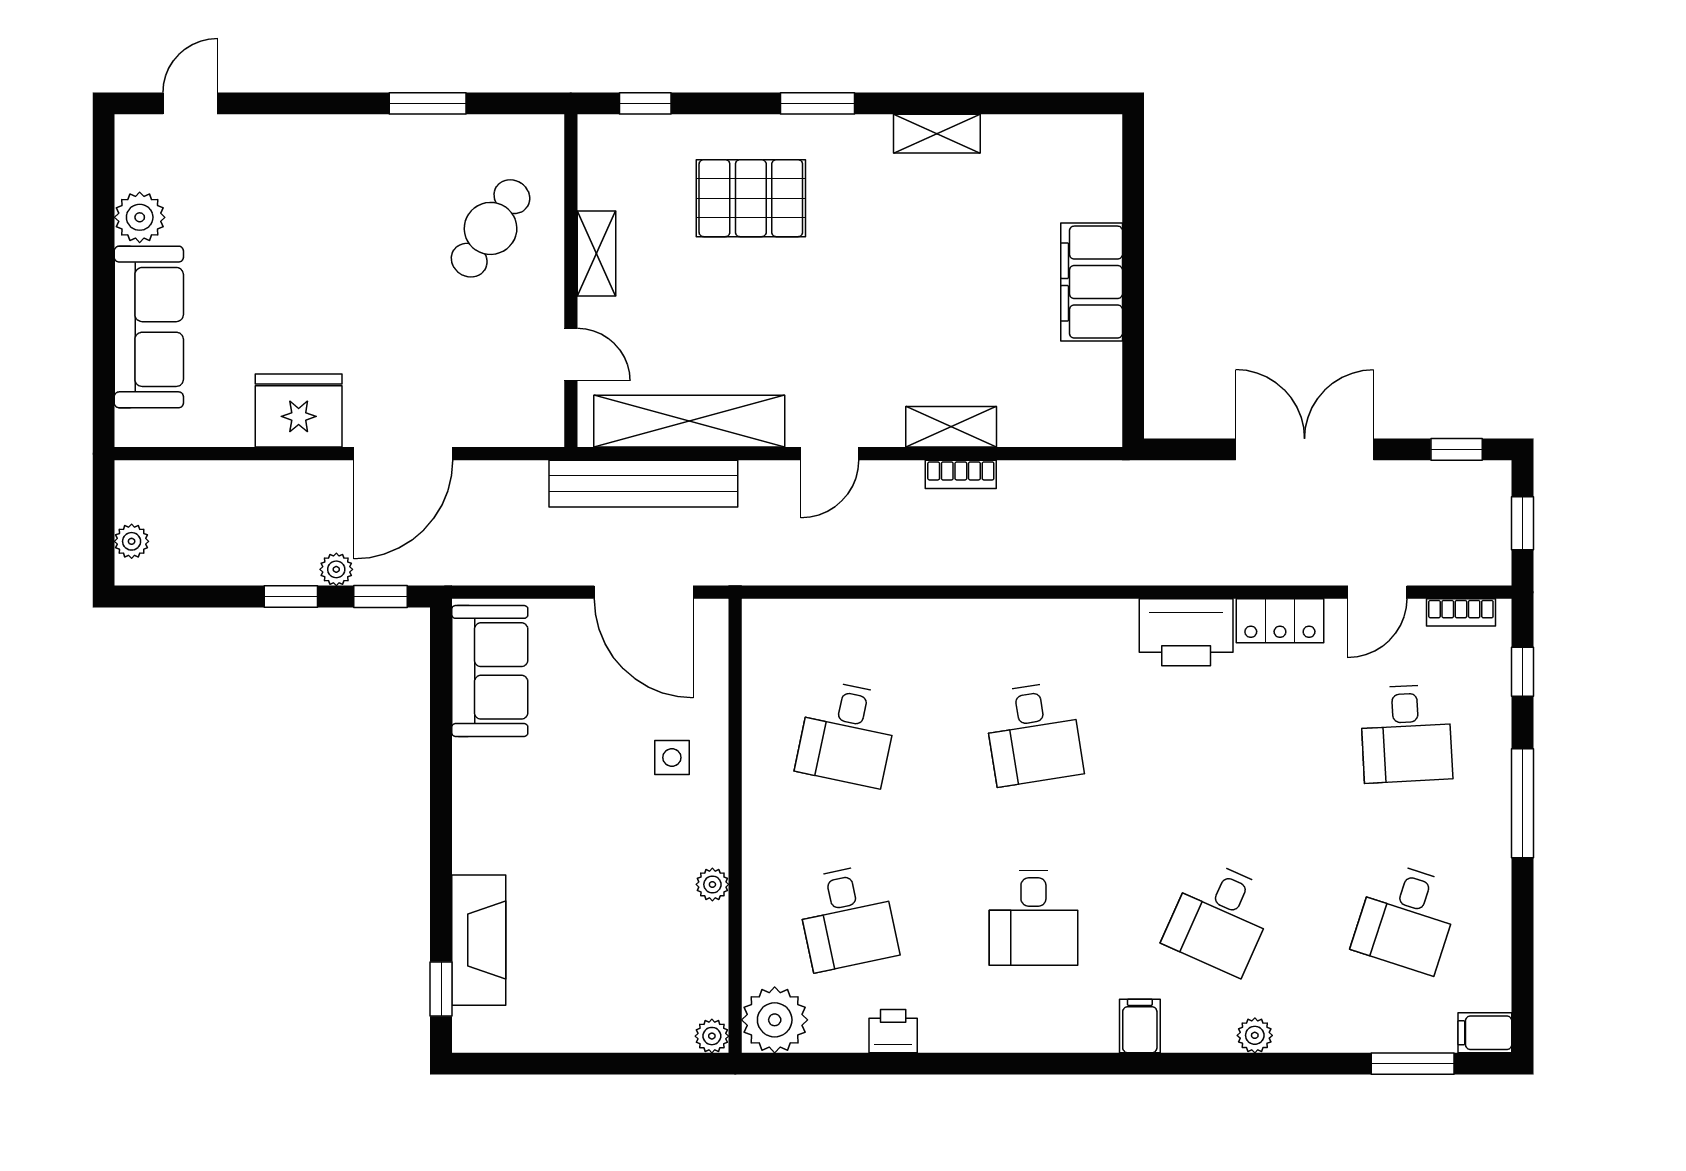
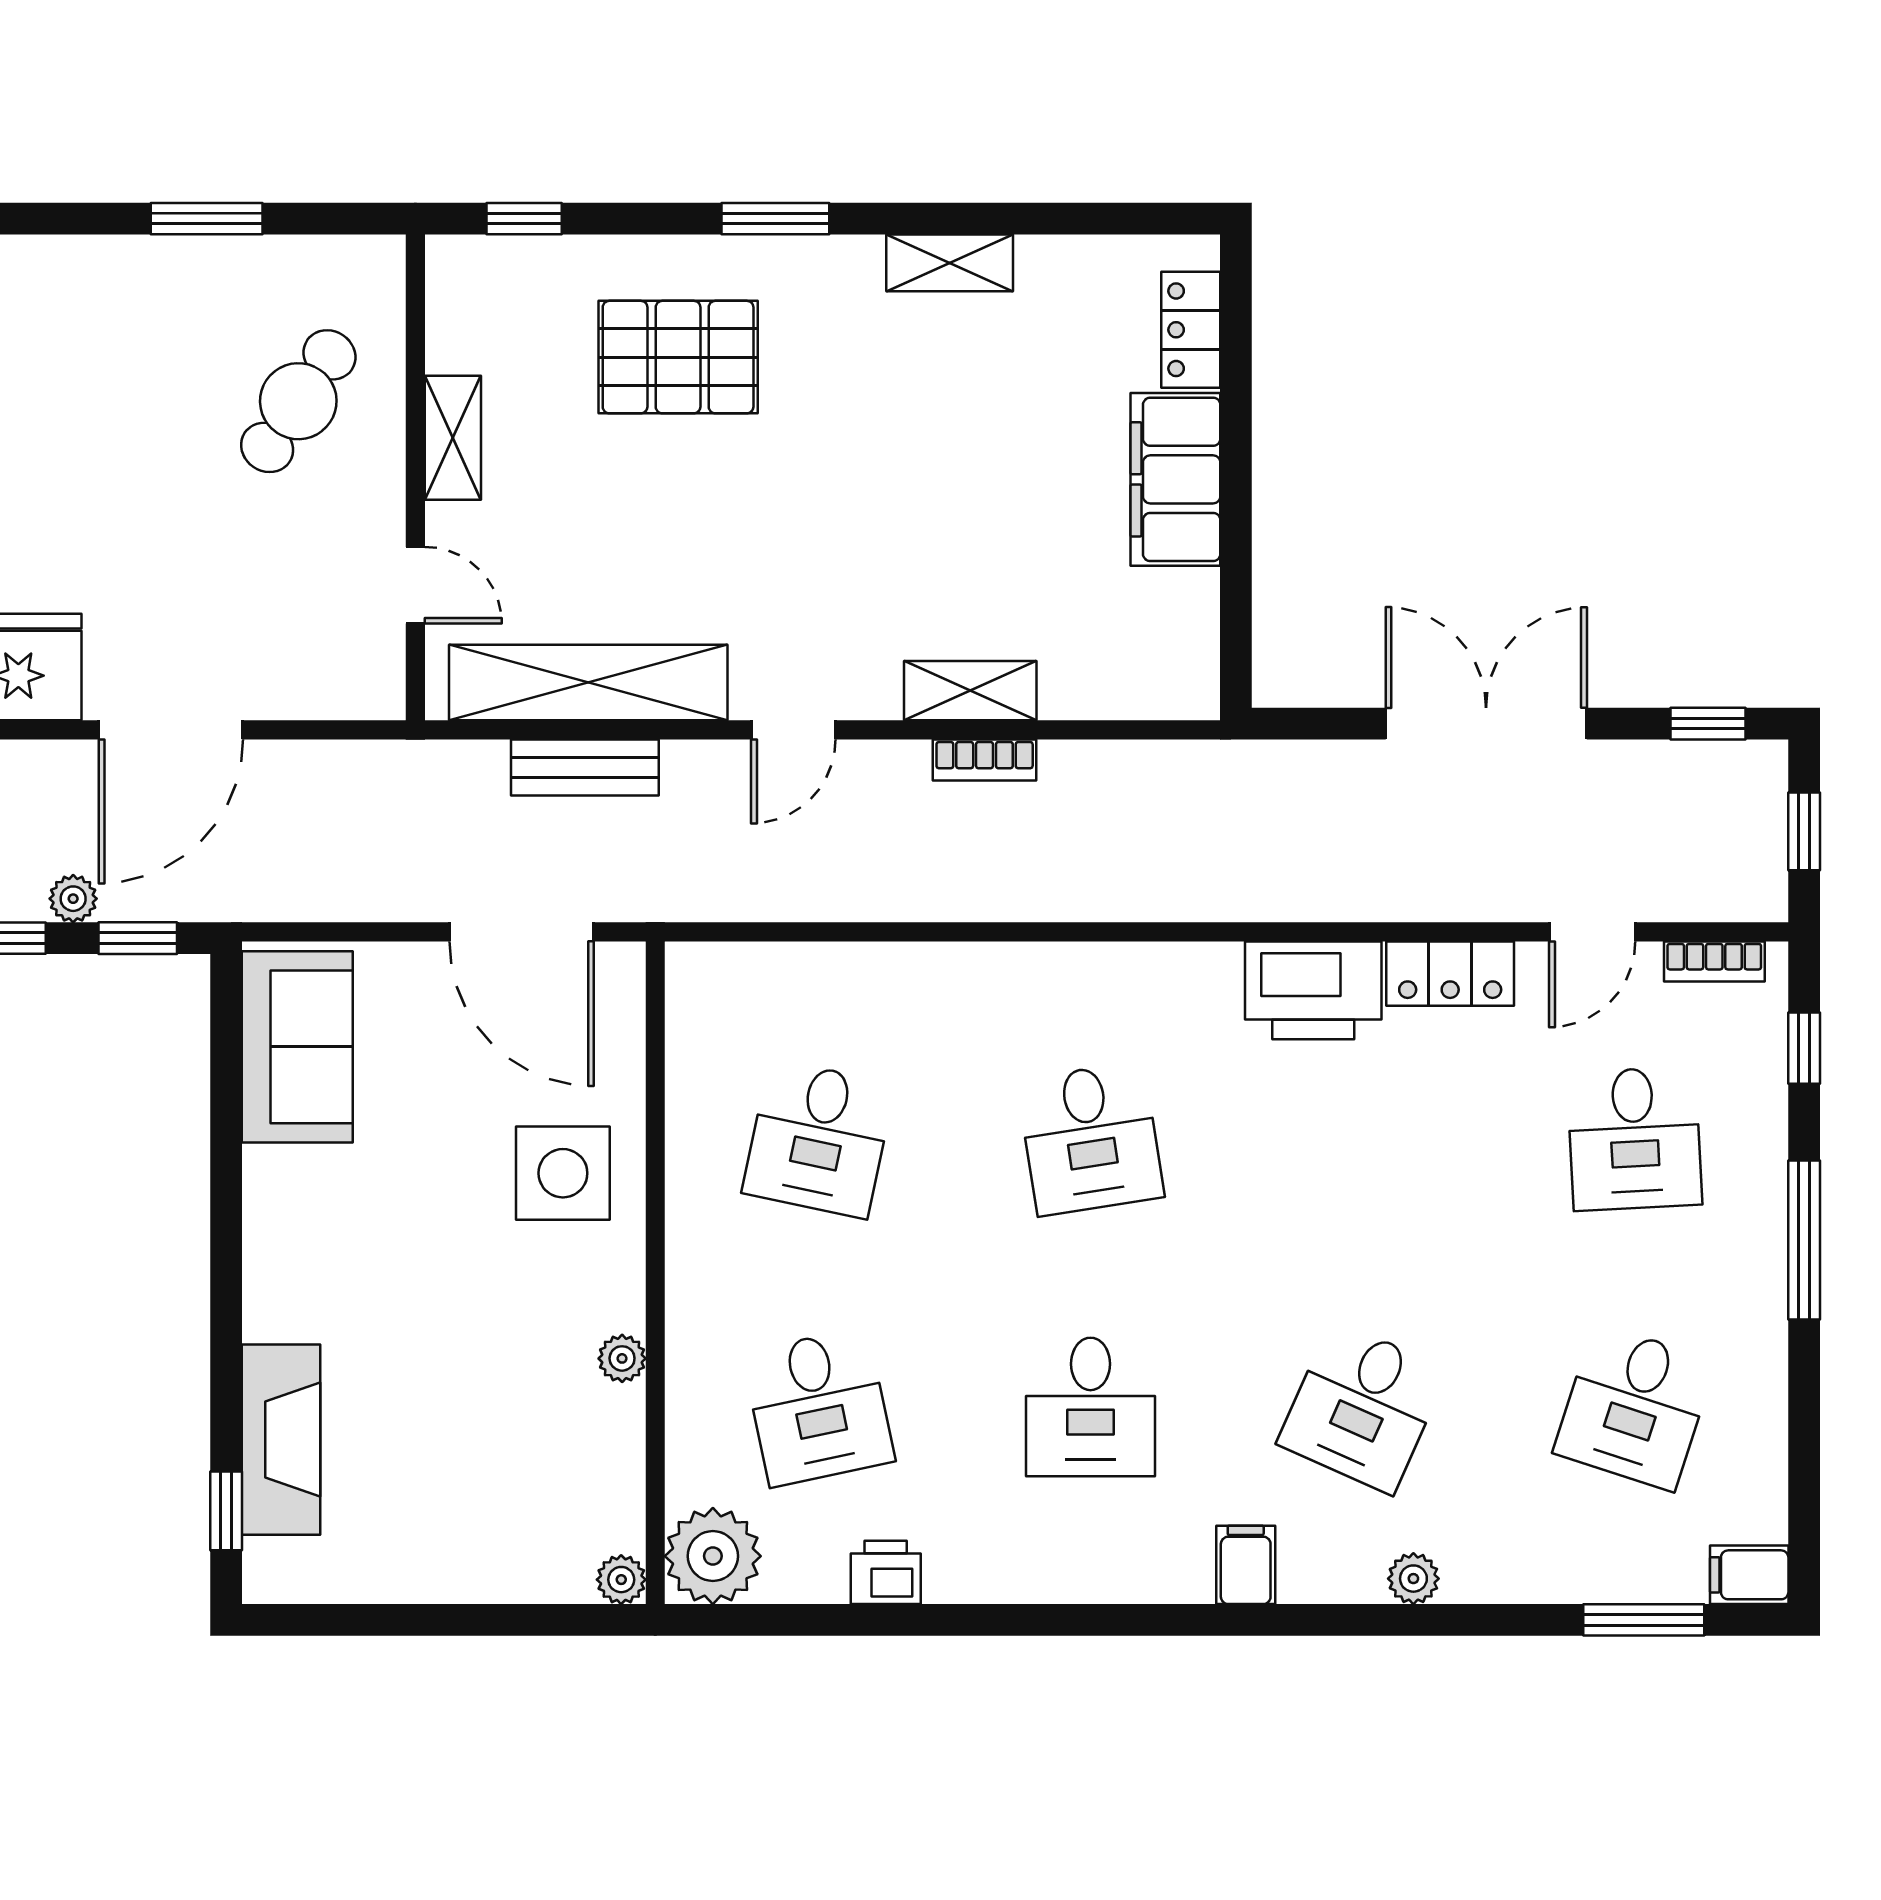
locker: (1102, 179) -> (1191, 330), added
bench: (643, 484) -> (585, 768), width x0.54, depth x0.82
side table: (672, 758) -> (563, 1173), width x1.87, depth x1.87

